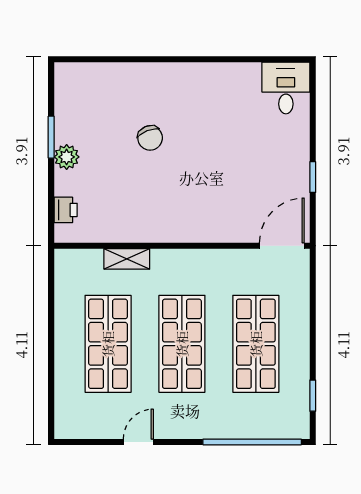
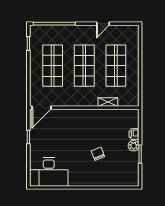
desk: (286, 88) -> (49, 172), width x1.87, depth x1.30
printer: (66, 210) -> (134, 134), moved

